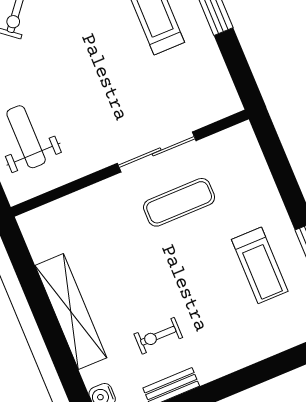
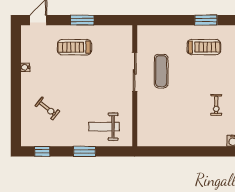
shelving: (71, 312) -> (189, 139), removed

